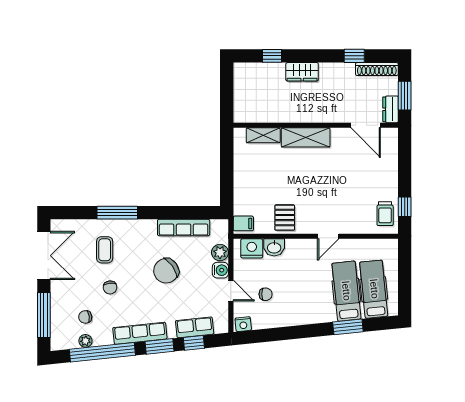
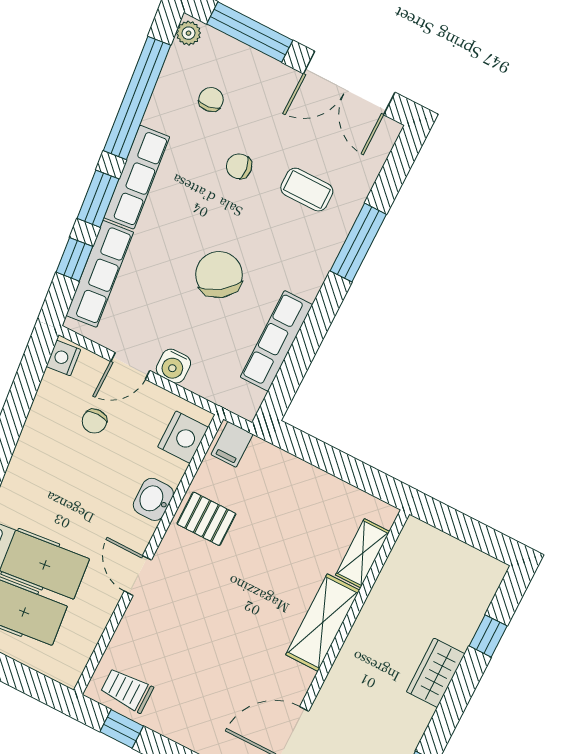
washbasin: (274, 247) -> (153, 499), moved
plant: (220, 253) -> (203, 380), removed
row of seats: (195, 327) -> (100, 274), width x1.48
plant: (85, 341) -> (188, 33), moved

